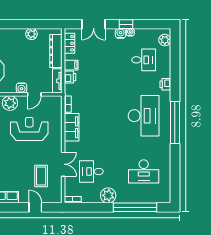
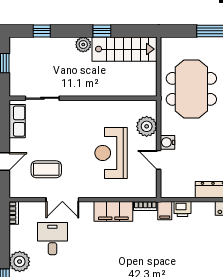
filing cabinet: (71, 65) -> (165, 211), moved
tv unit: (57, 81) -> (177, 191), removed
reception desk: (29, 129) -> (111, 153), turned 180

